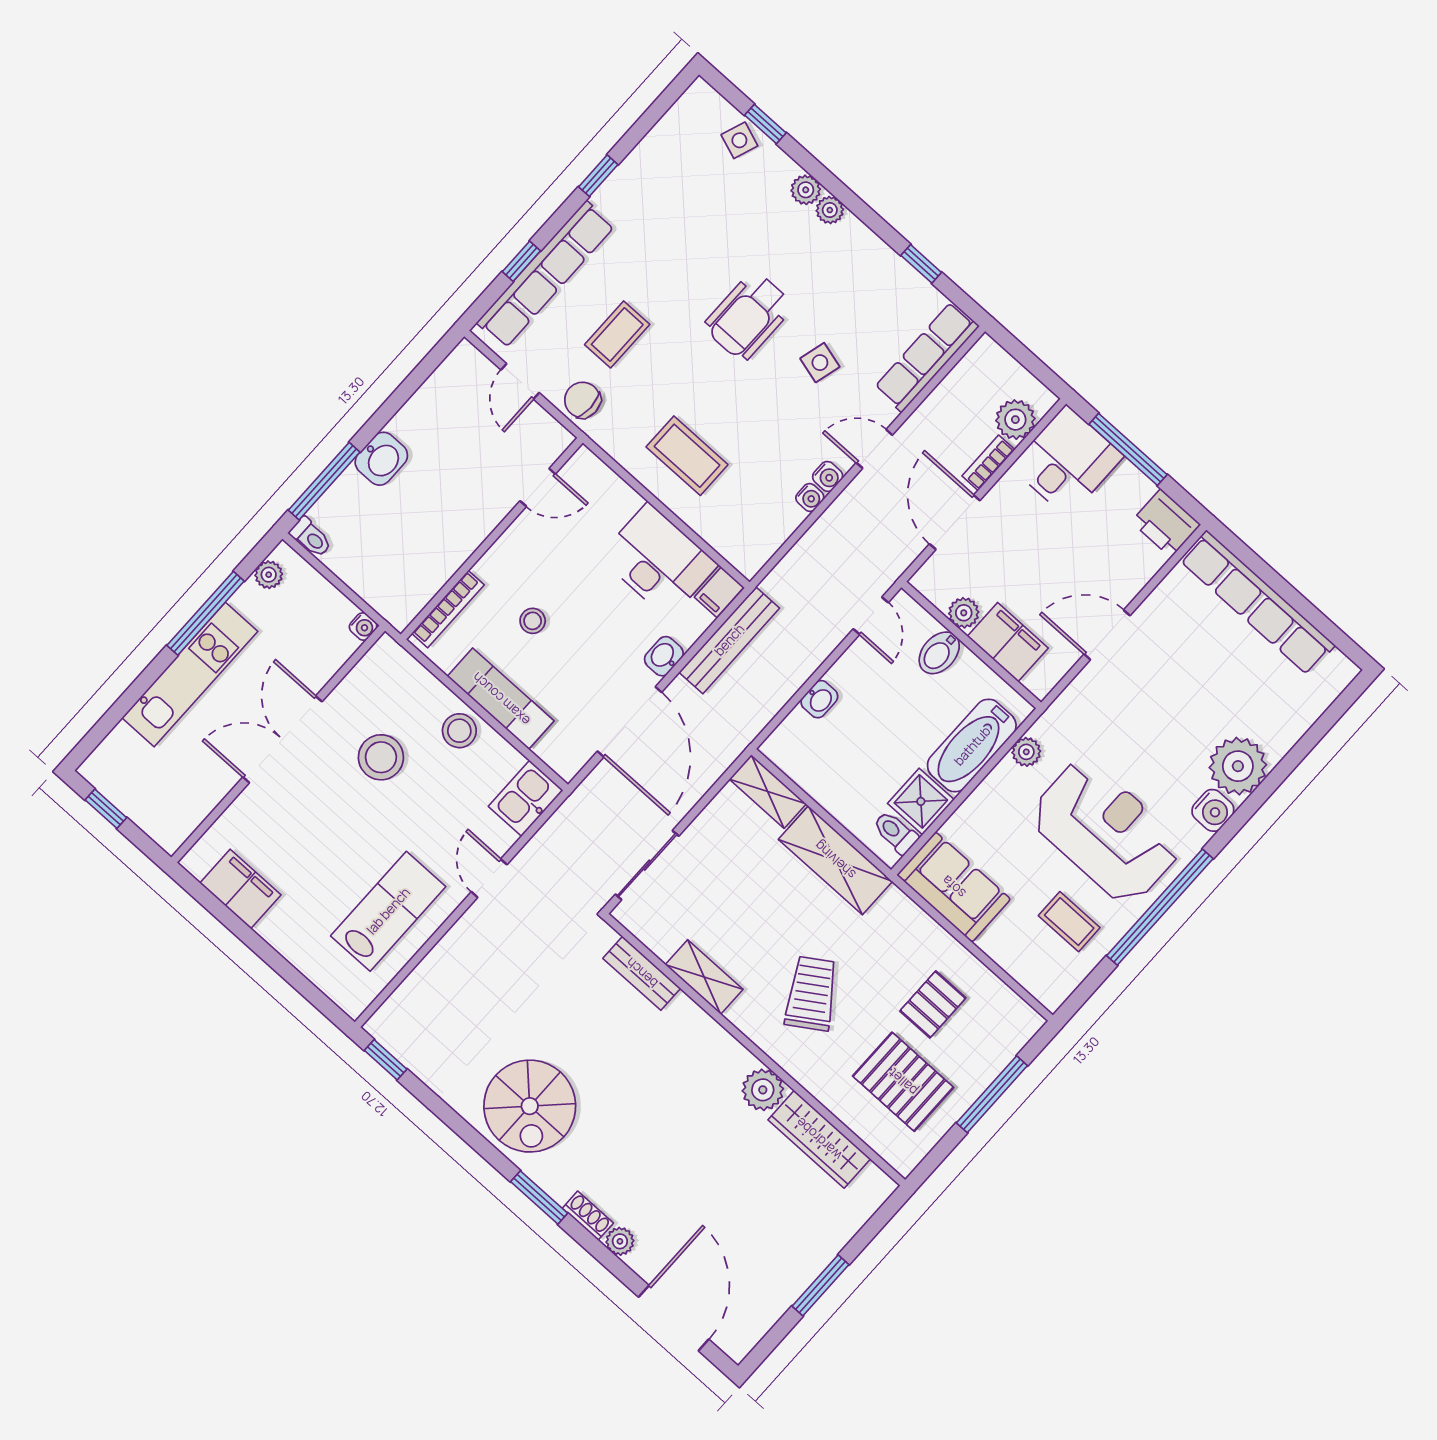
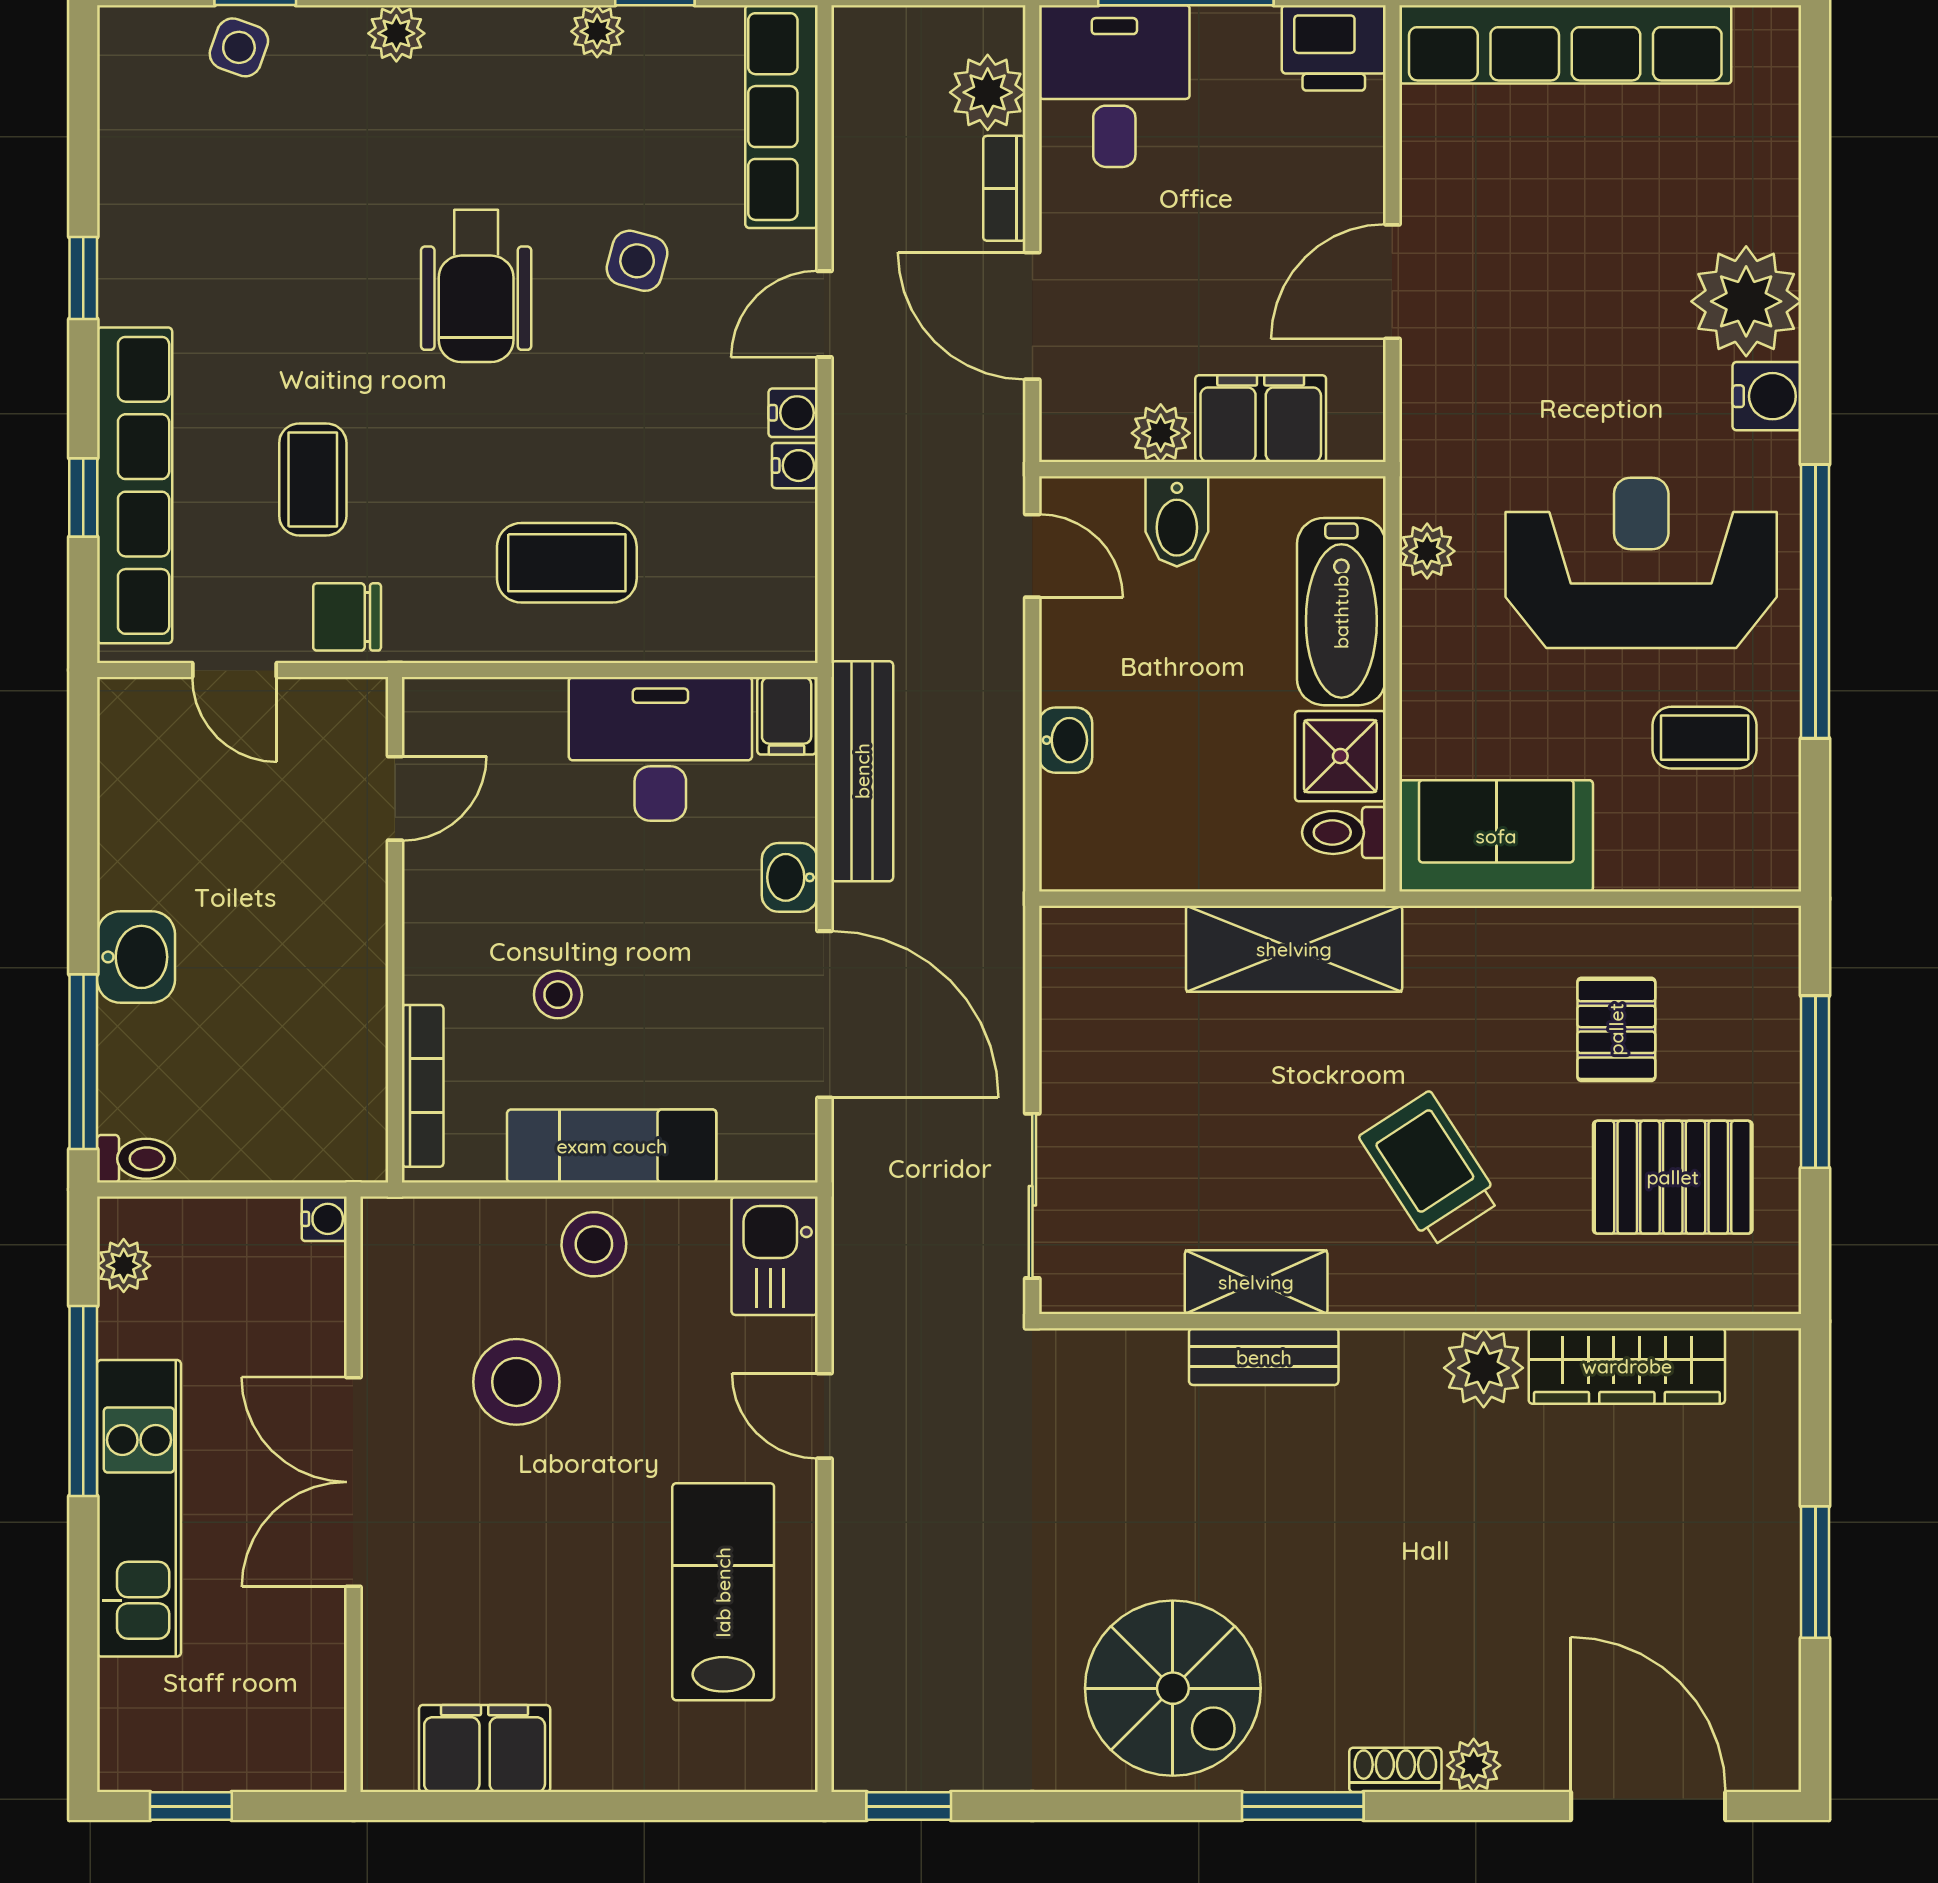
plant: (830, 210) -> (597, 31), moved
shelving: (768, 792) -> (1110, 937), removed
bench: (642, 973) -> (1264, 1357), moved

